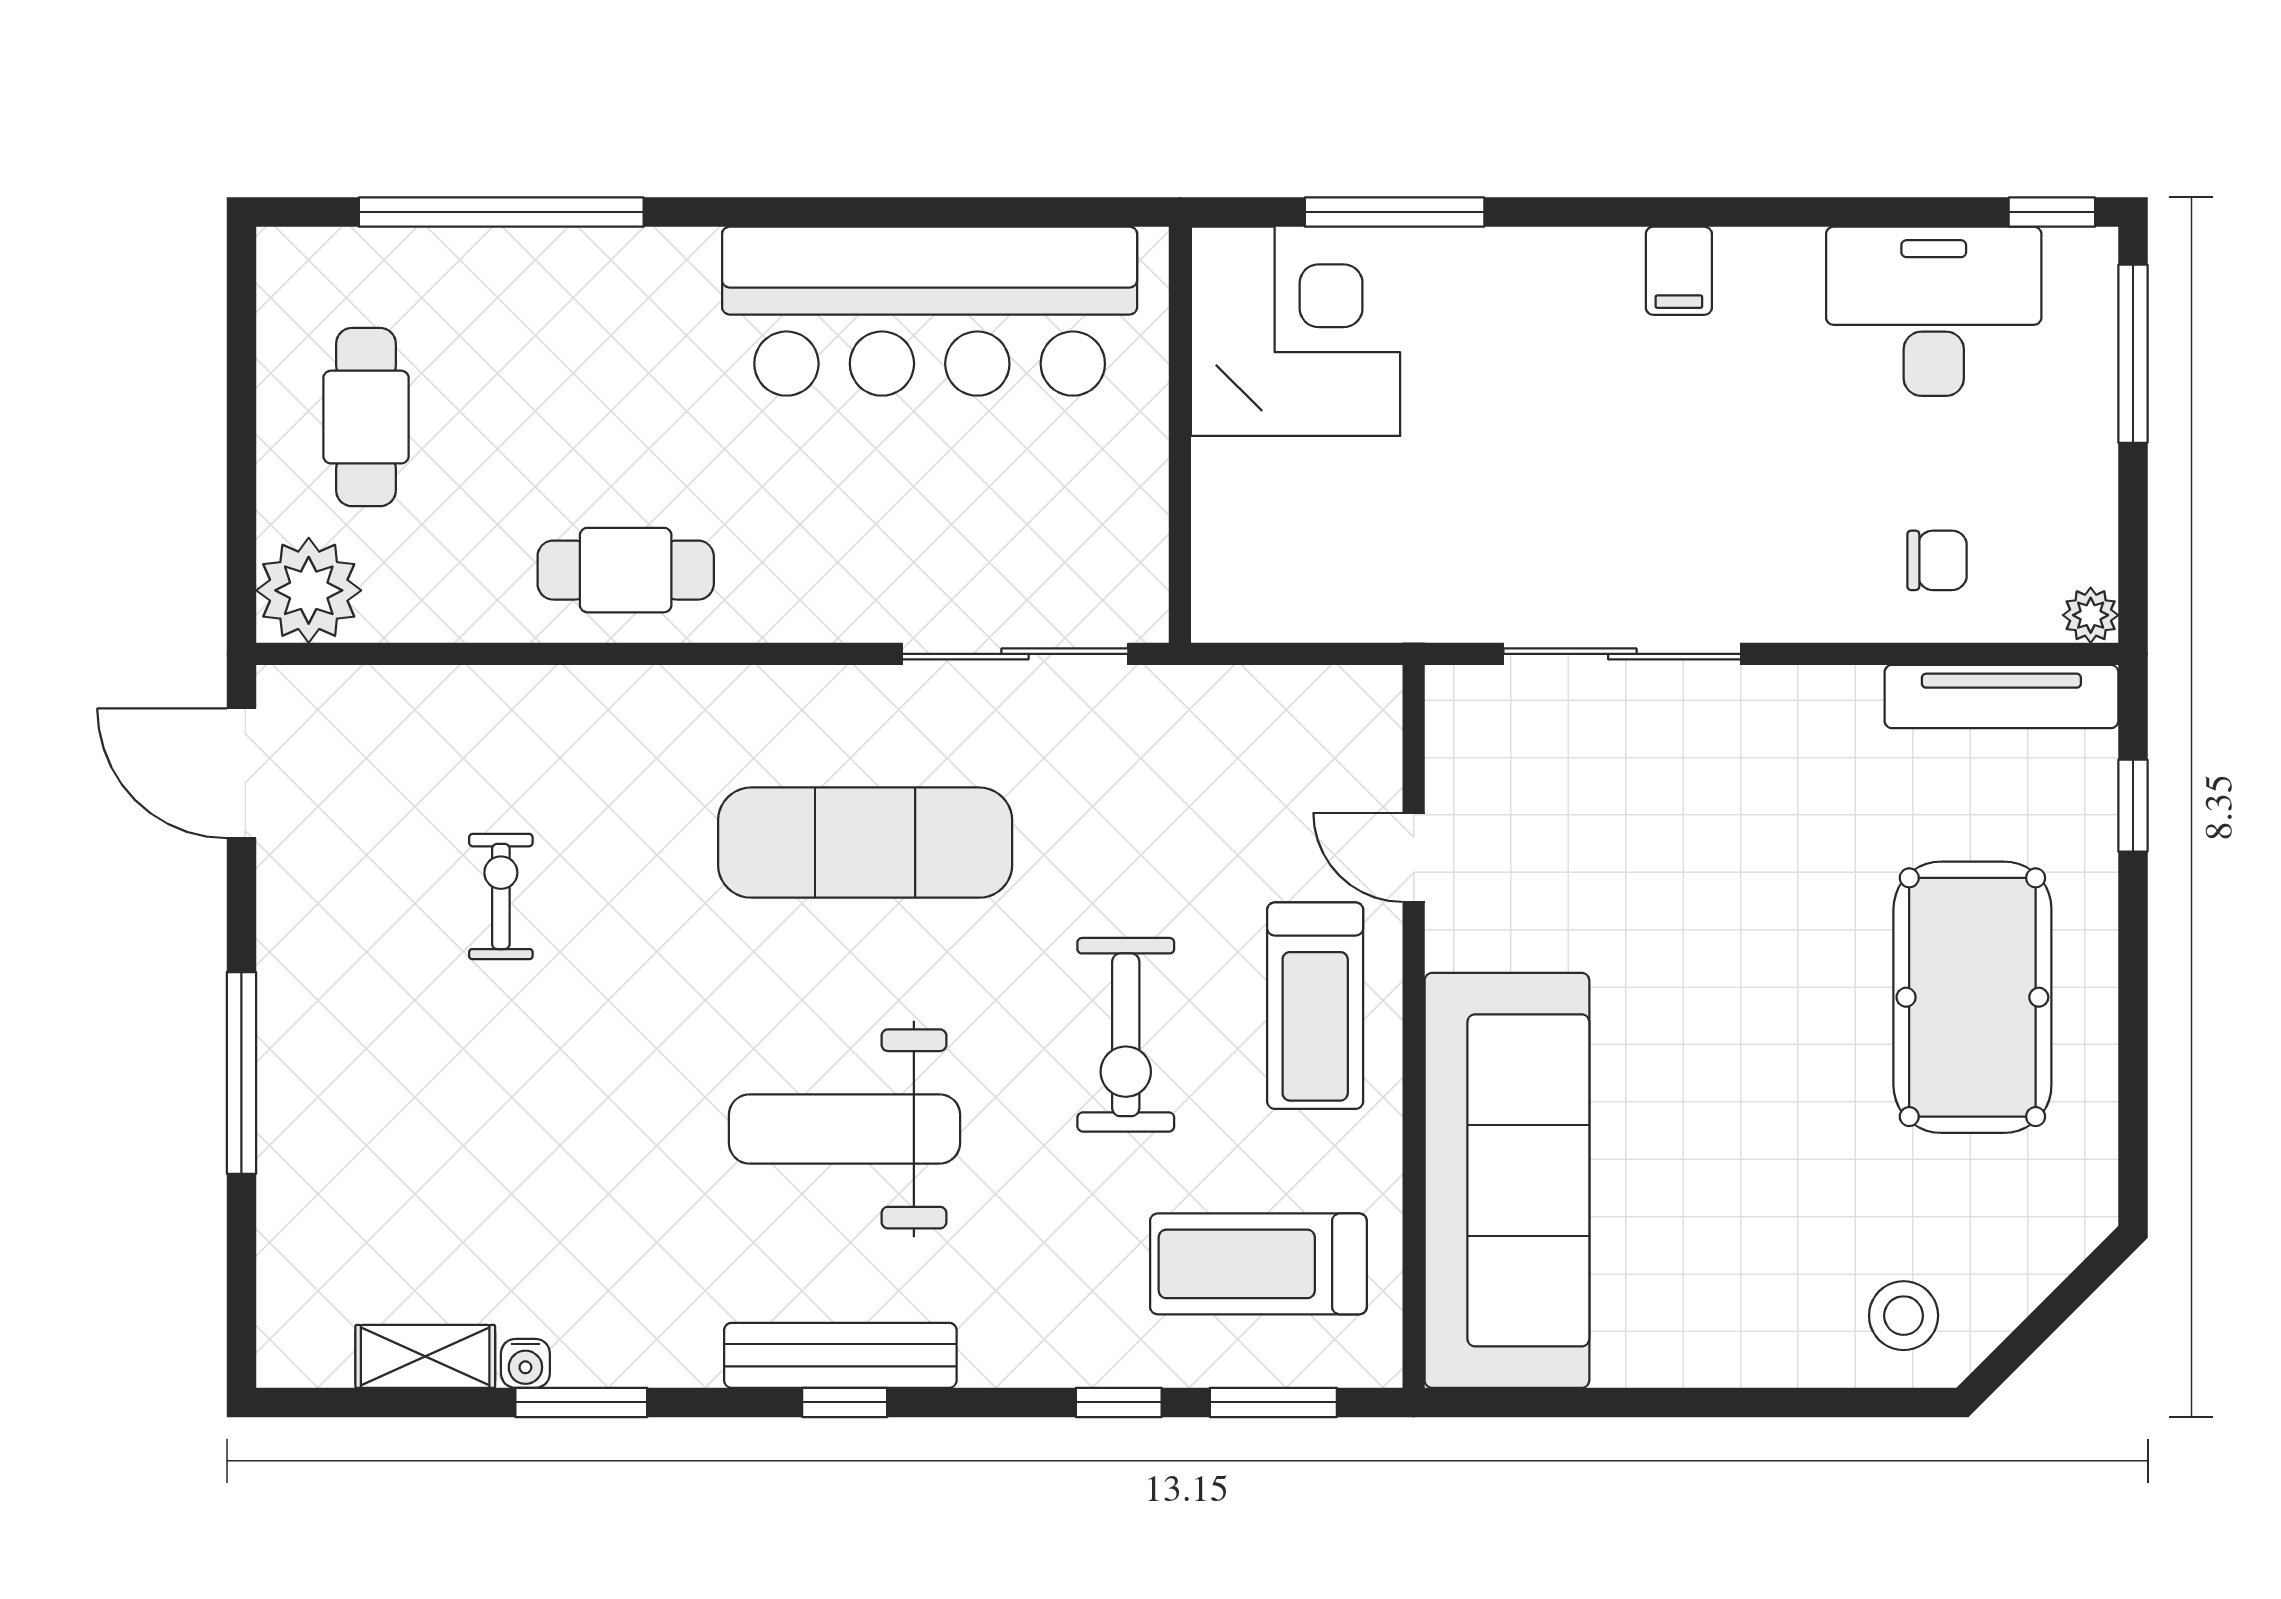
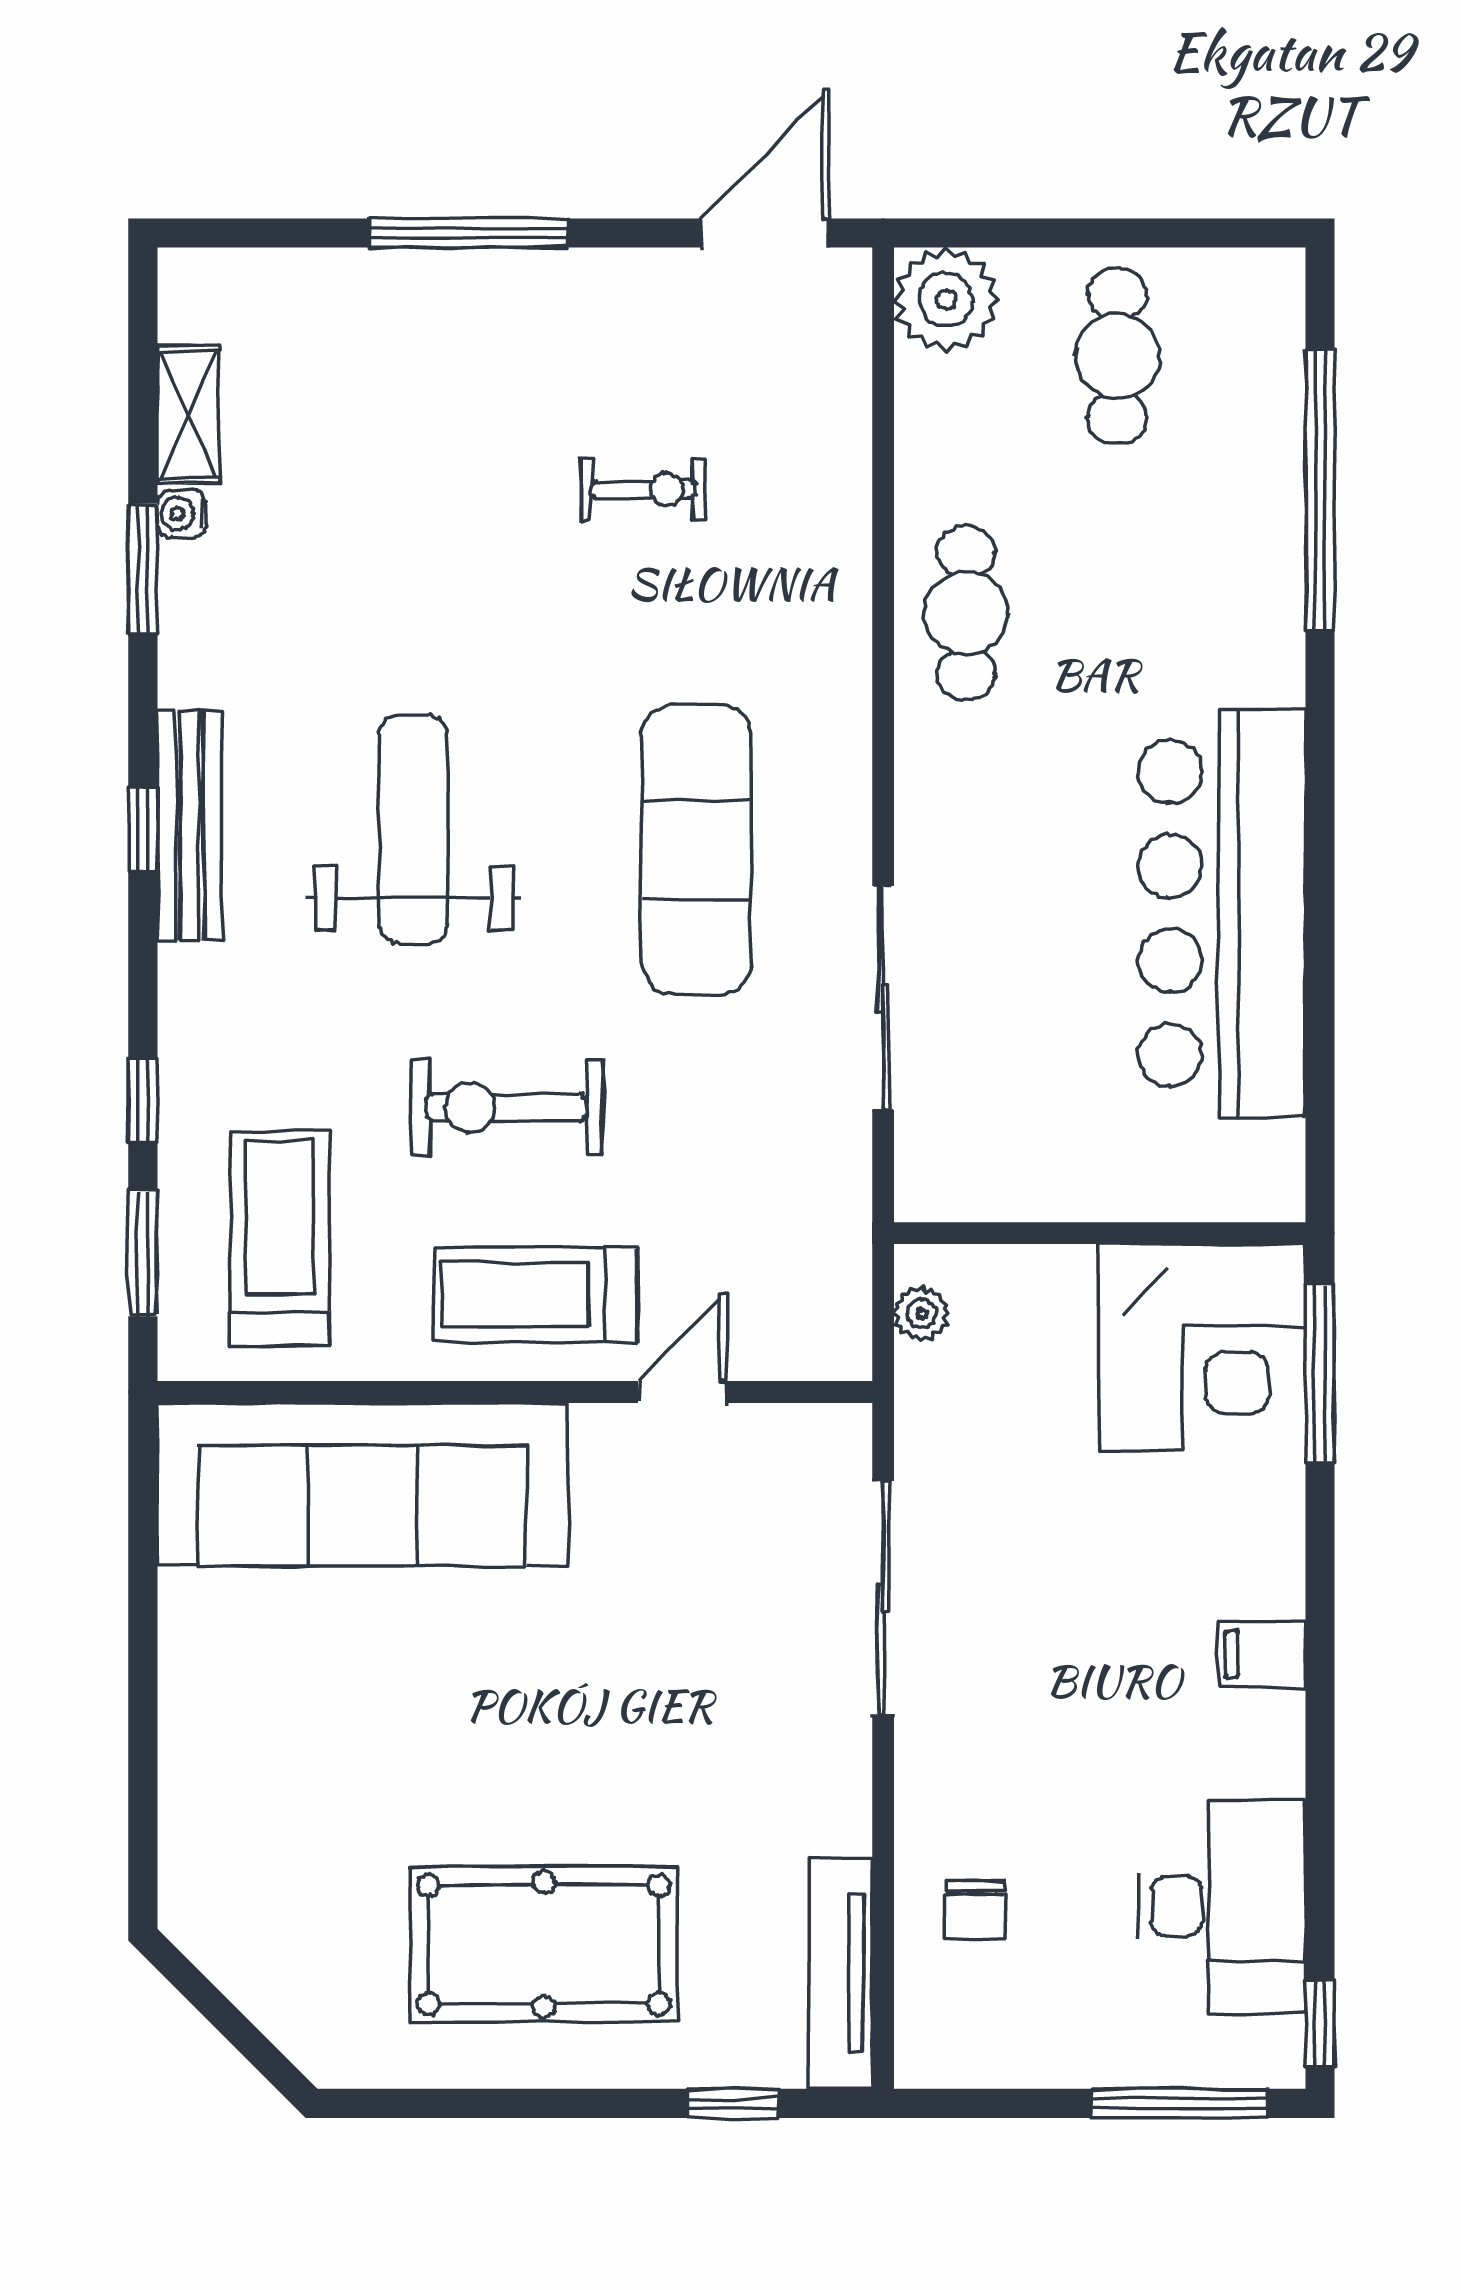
corner desk: (1296, 331) -> (1202, 1347), moved
cafe table: (366, 417) -> (1117, 356), turned 90
wall: (1180, 435) -> (1100, 1233), moved
plant: (2091, 615) -> (921, 1314), moved
stool: (1904, 1316) -> (229, 1876), removed

